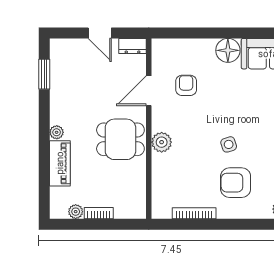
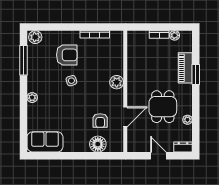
dresser: (133, 46) -> (183, 147), moved
floor lamp: (228, 50) -> (98, 144), moved
window: (44, 74) -> (196, 75), moved
plant: (57, 132) -> (187, 120), moved
dining table: (120, 139) -> (163, 107), moved, turned 90

